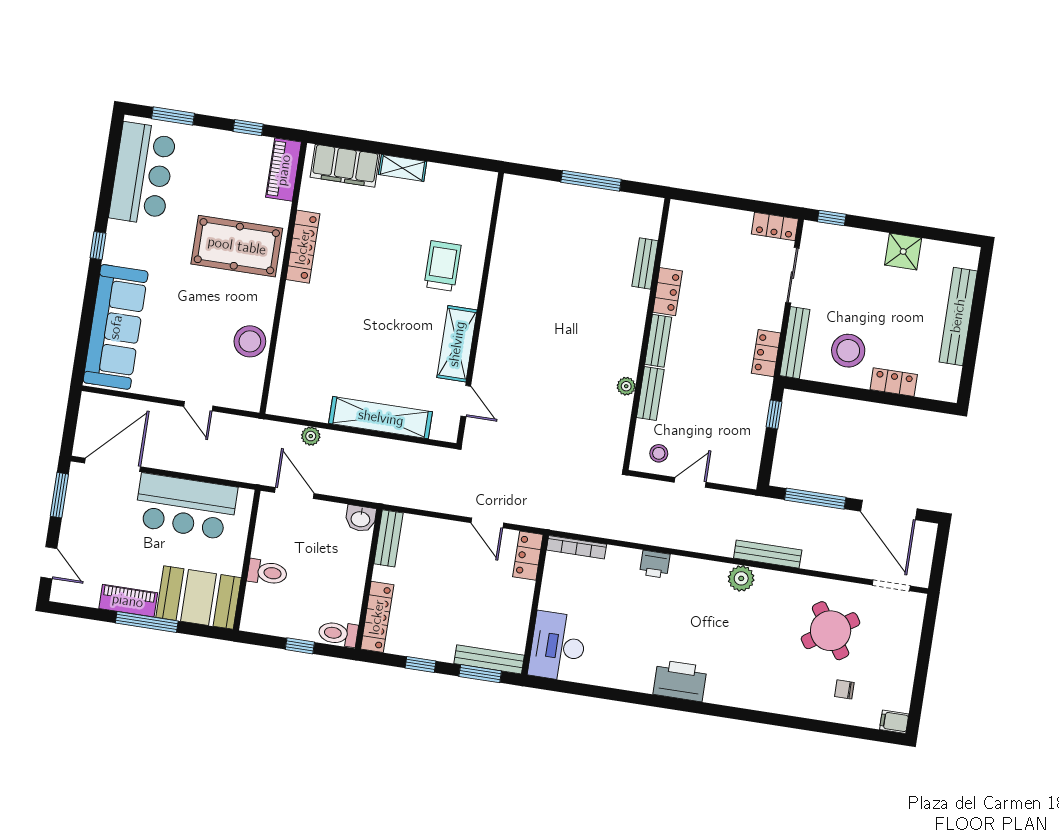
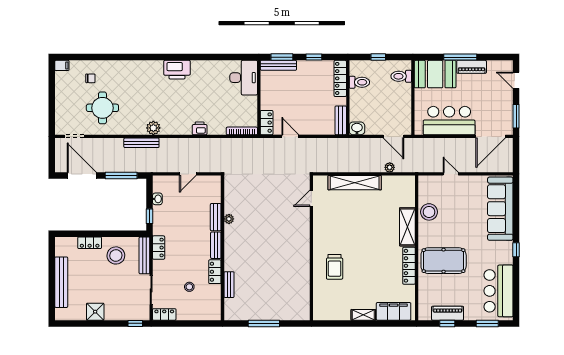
piano: (284, 170) -> (448, 313), moved, turned -90
shelving: (457, 344) -> (407, 227), moved
door: (466, 401) -> (311, 198), hinge flipped
washbasin: (754, 445) -> (157, 199), added
stool: (659, 453) -> (189, 287), moved
toilet: (267, 572) -> (401, 76), moved
round table: (831, 631) -> (102, 108), turned 34
toilet: (338, 634) -> (359, 82), moved

